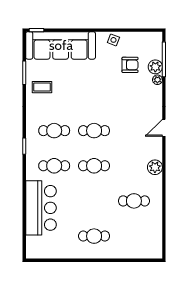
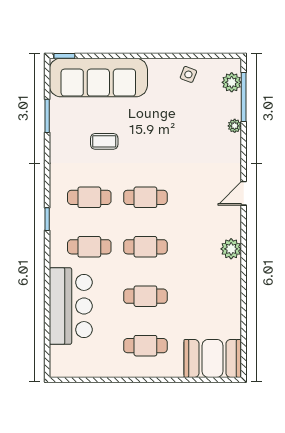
side table: (113, 40) -> (188, 74), moved
armchair: (130, 65) -> (196, 105), removed
plant: (155, 67) -> (232, 82), moved
coffee table: (42, 87) -> (104, 141), moved
cafe table: (134, 201) -> (145, 296), moved
booth: (142, 245) -> (213, 358), added

